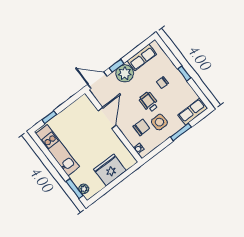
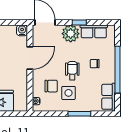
window: (116, 66) -> (79, 23), moved
window: (184, 73) -> (117, 70), width x3.17
water cooler: (84, 101) -> (22, 30), added
row of seats: (193, 112) -> (108, 97), moved, turned -90

